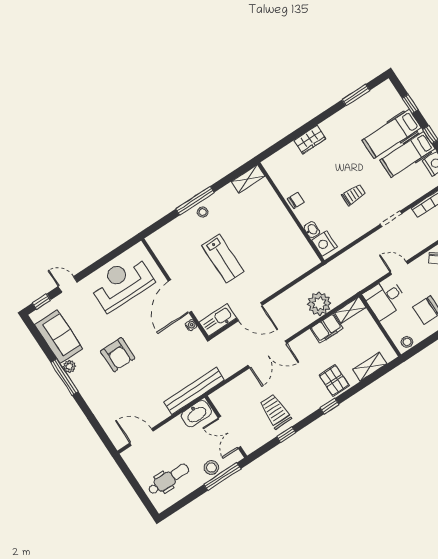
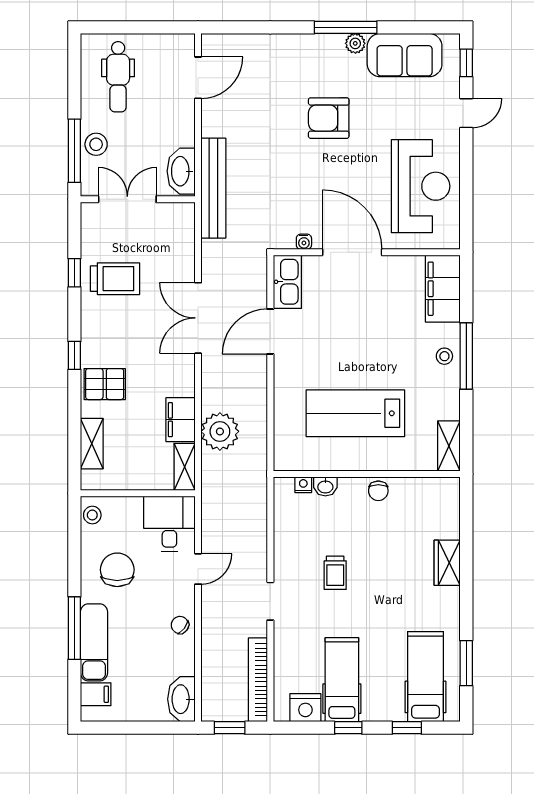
hospital bed: (392, 134) -> (425, 677), moved
filing cabinet: (168, 236) -> (443, 289), added
nightstand: (324, 244) -> (303, 485), width x0.53, depth x0.56
lab bench: (223, 259) -> (355, 413), moved, width x1.36, depth x1.39

